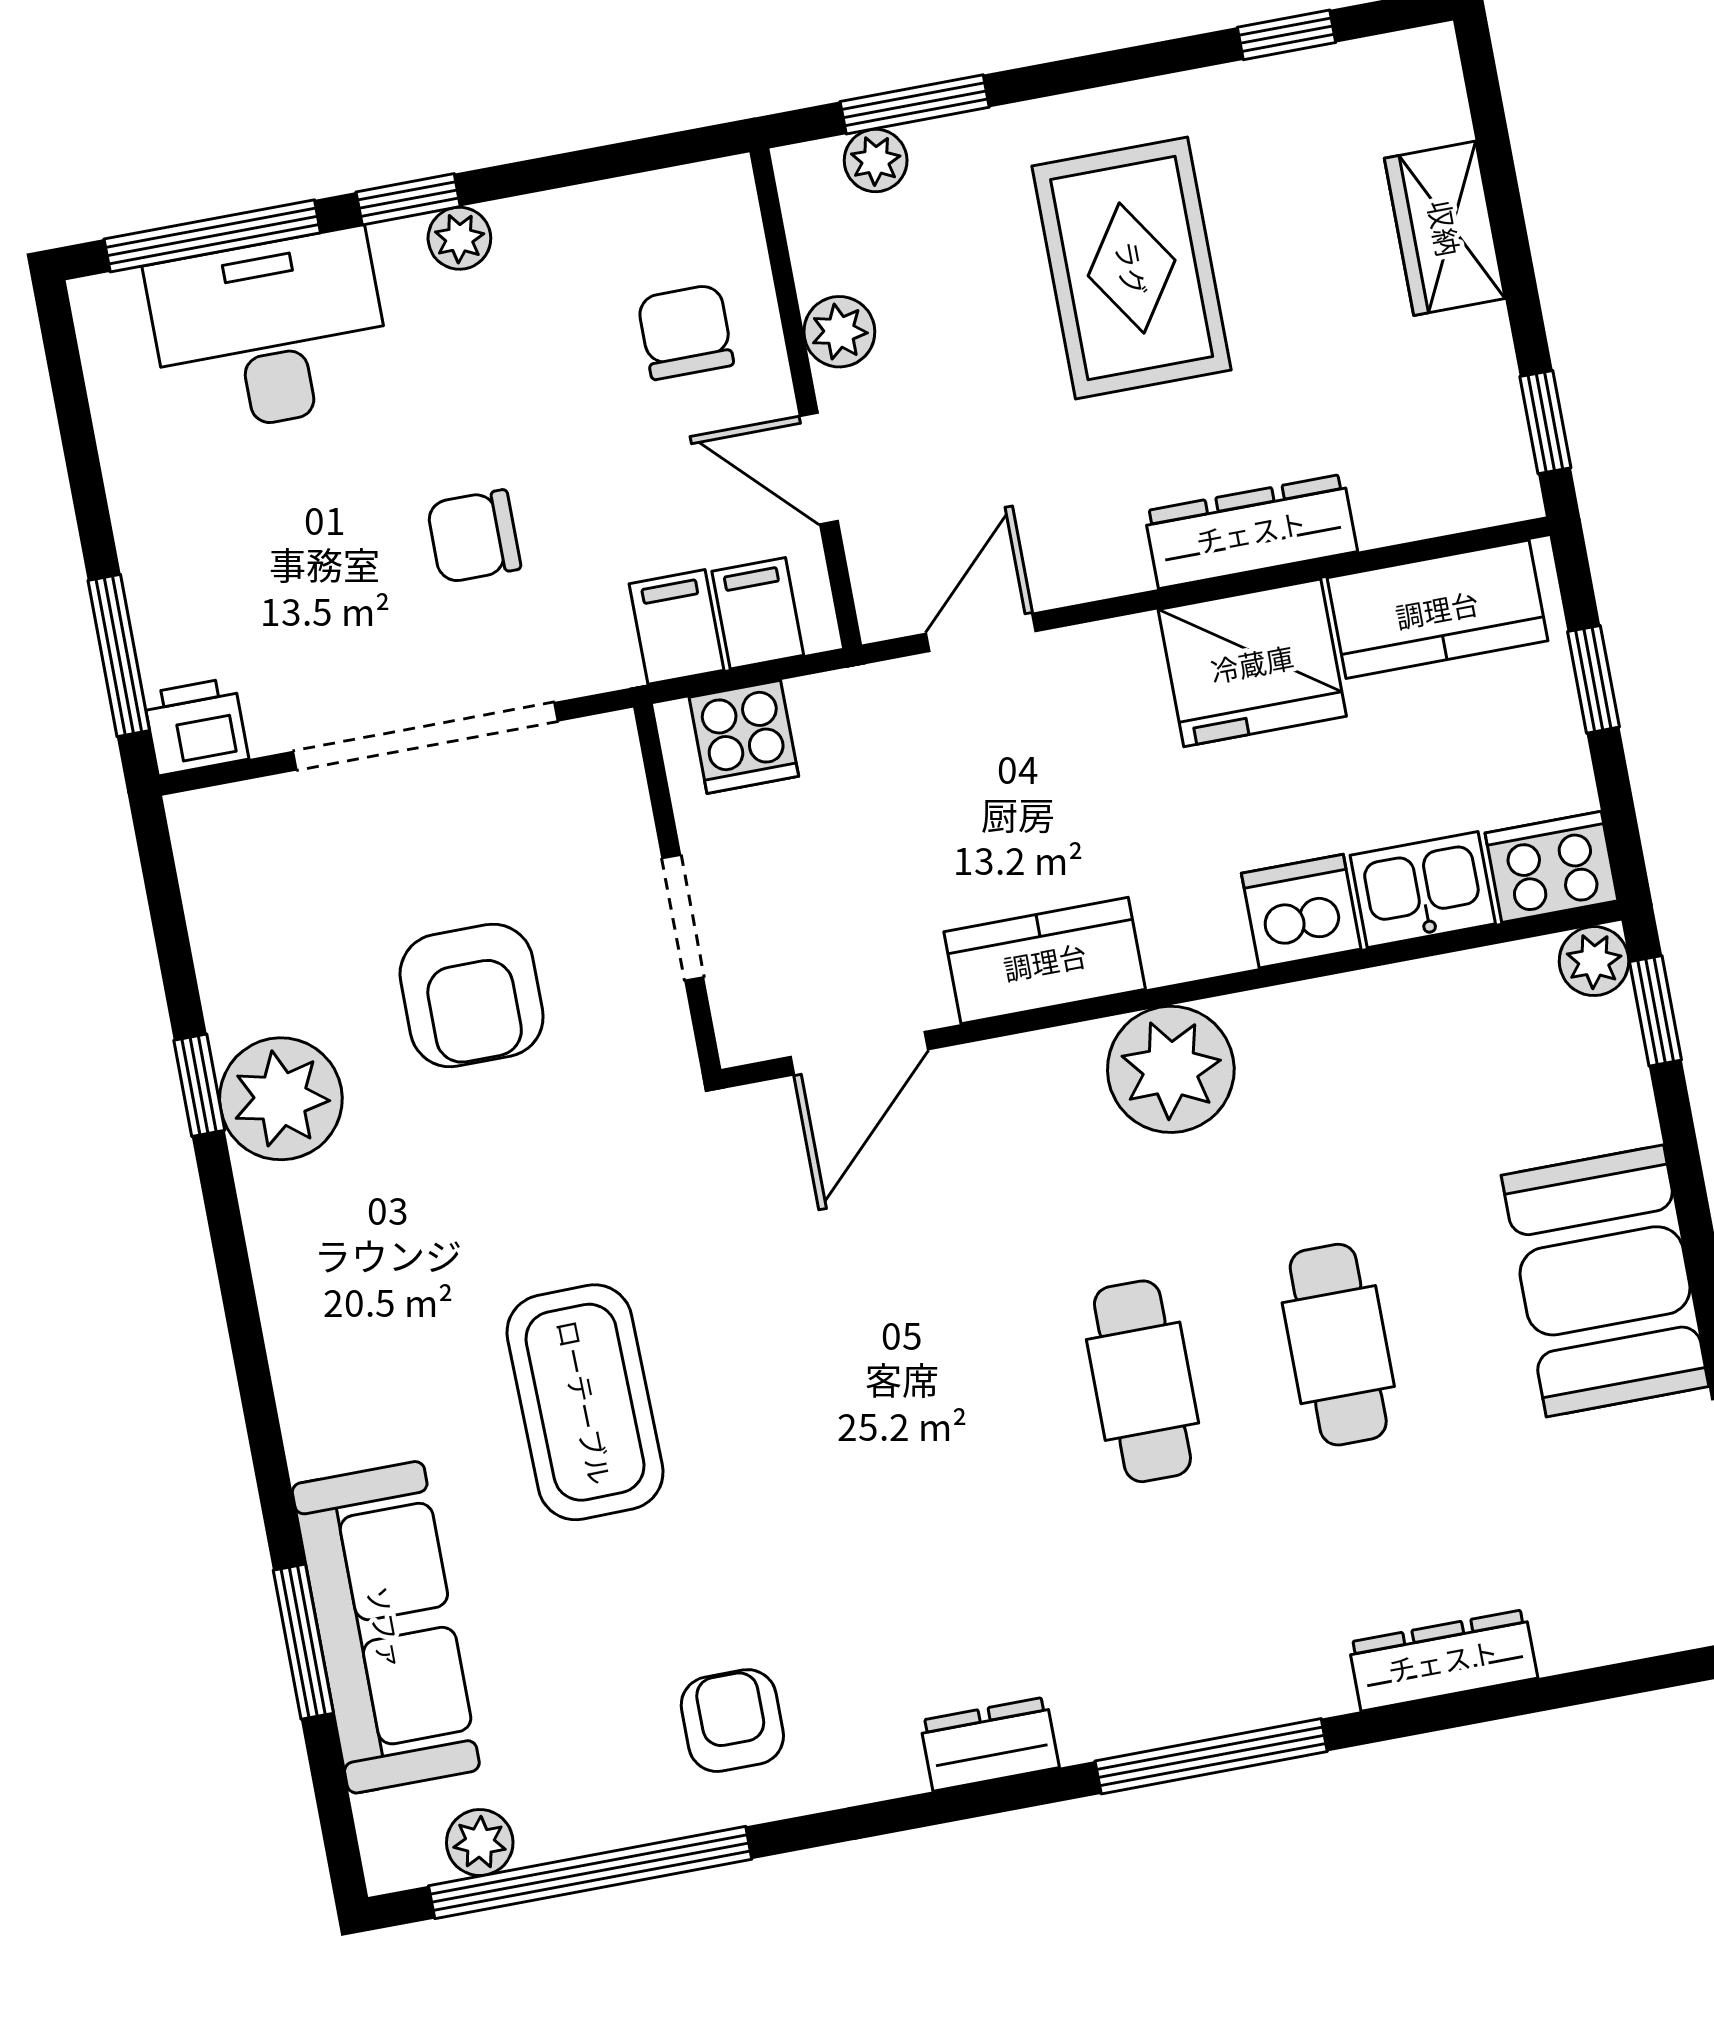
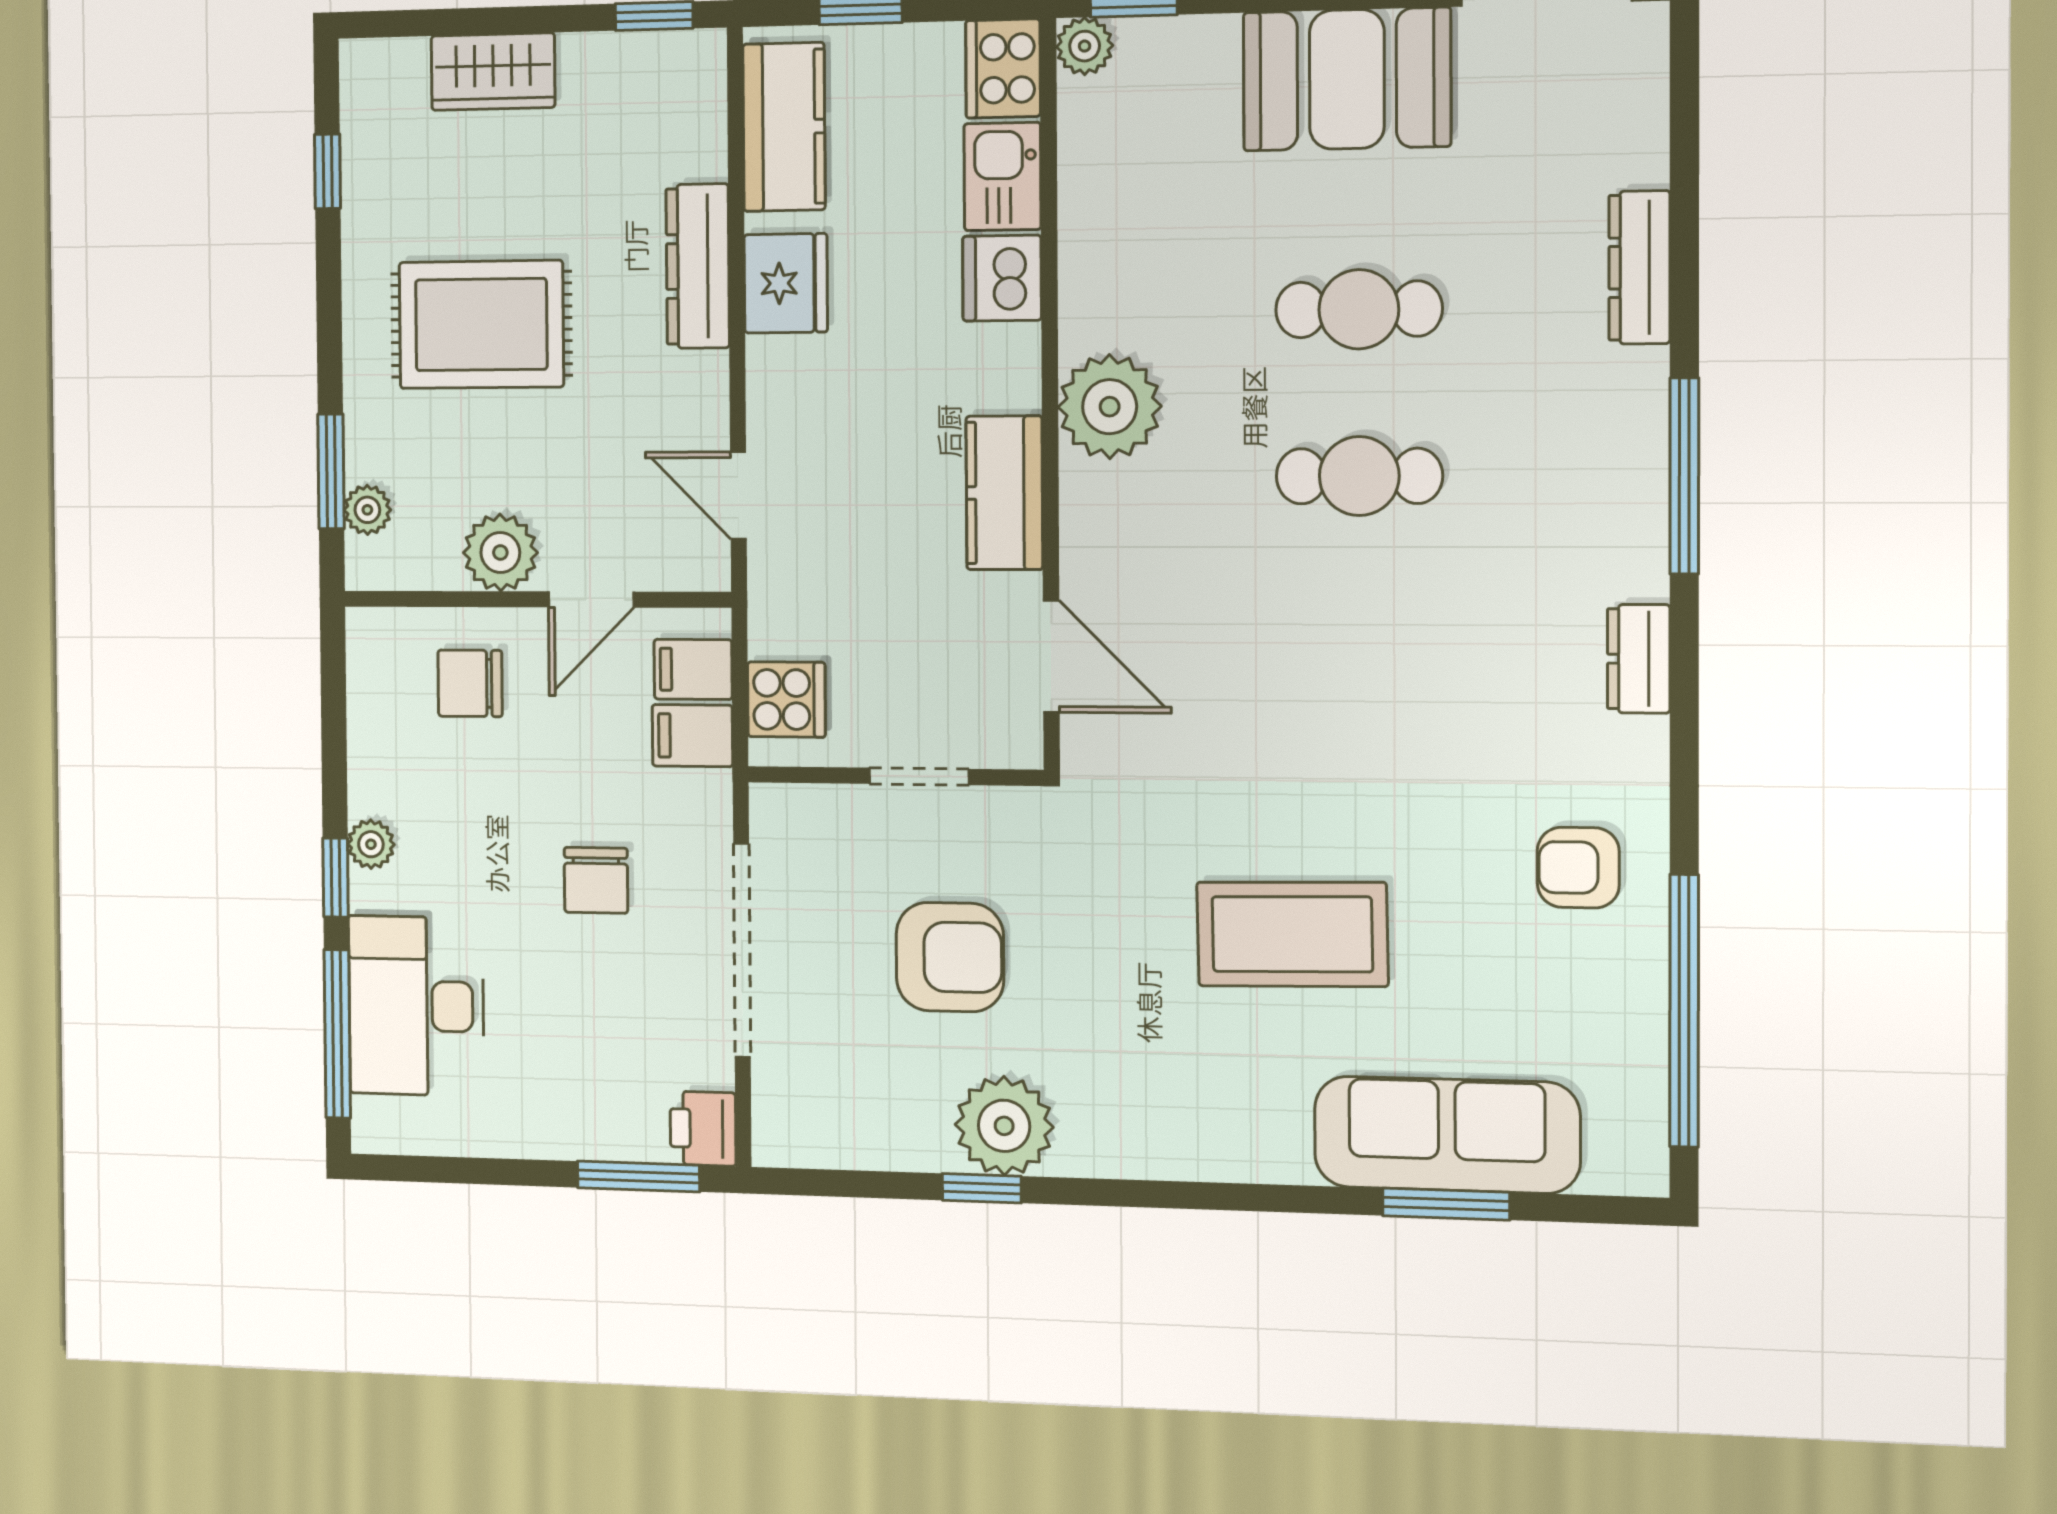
plant: (839, 332) -> (500, 553), width x1.38, depth x1.38
fridge: (1252, 663) -> (786, 283), width x0.73, depth x0.75
plant: (480, 1843) -> (1641, 1096), removed

